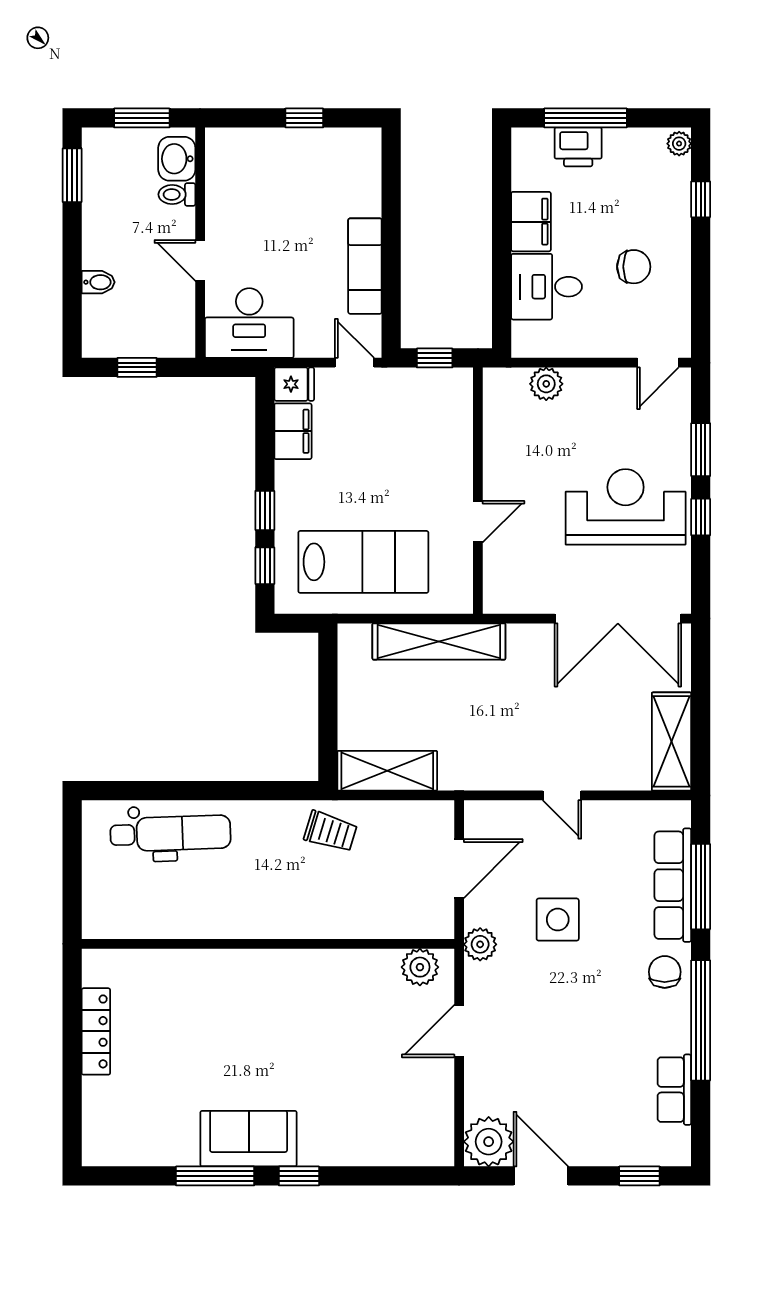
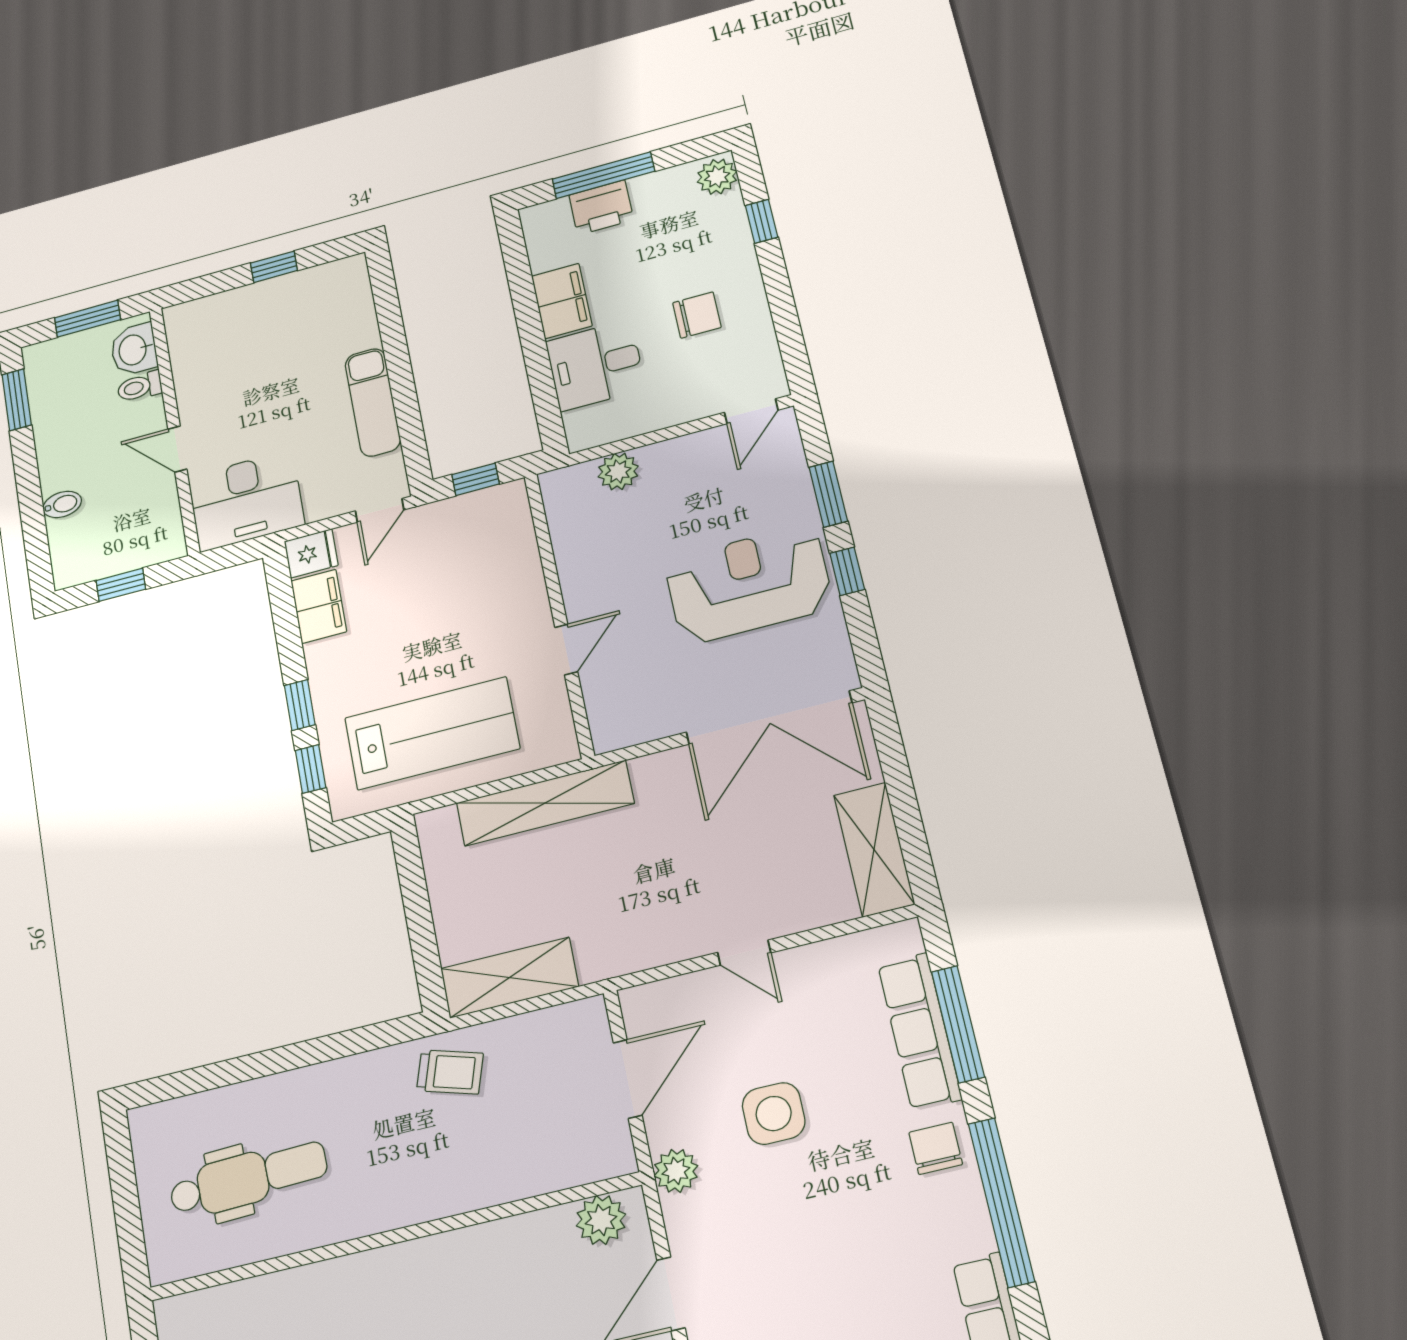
plant: (679, 144) -> (717, 177), width x1.38, depth x1.38
door: (355, 363) -> (380, 510), swing flipped
dental chair: (170, 833) -> (248, 1178), moved

